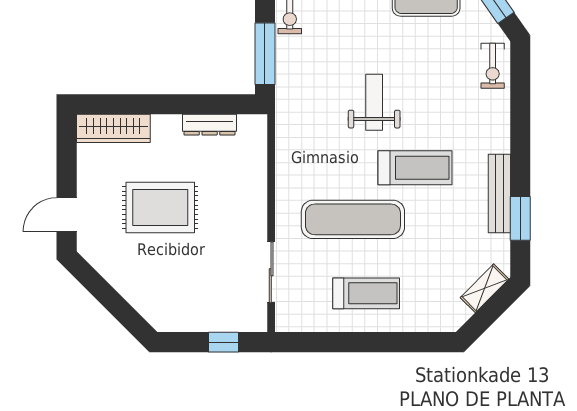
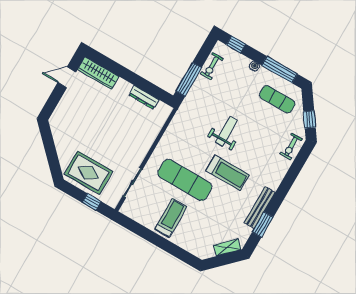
rug: (160, 207) -> (88, 173), moved
door: (67, 215) -> (67, 77), moved
treadmill: (366, 293) -> (171, 218), turned -90

